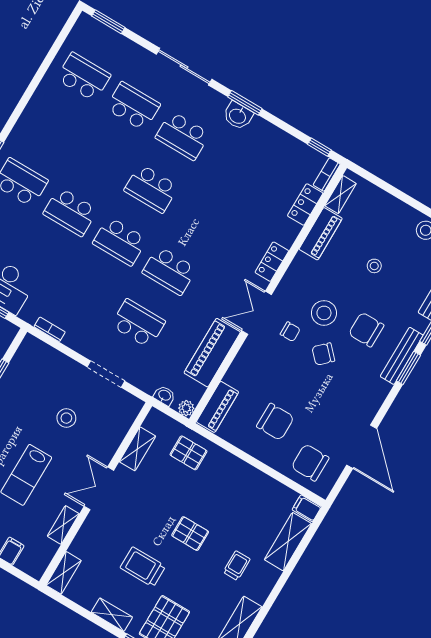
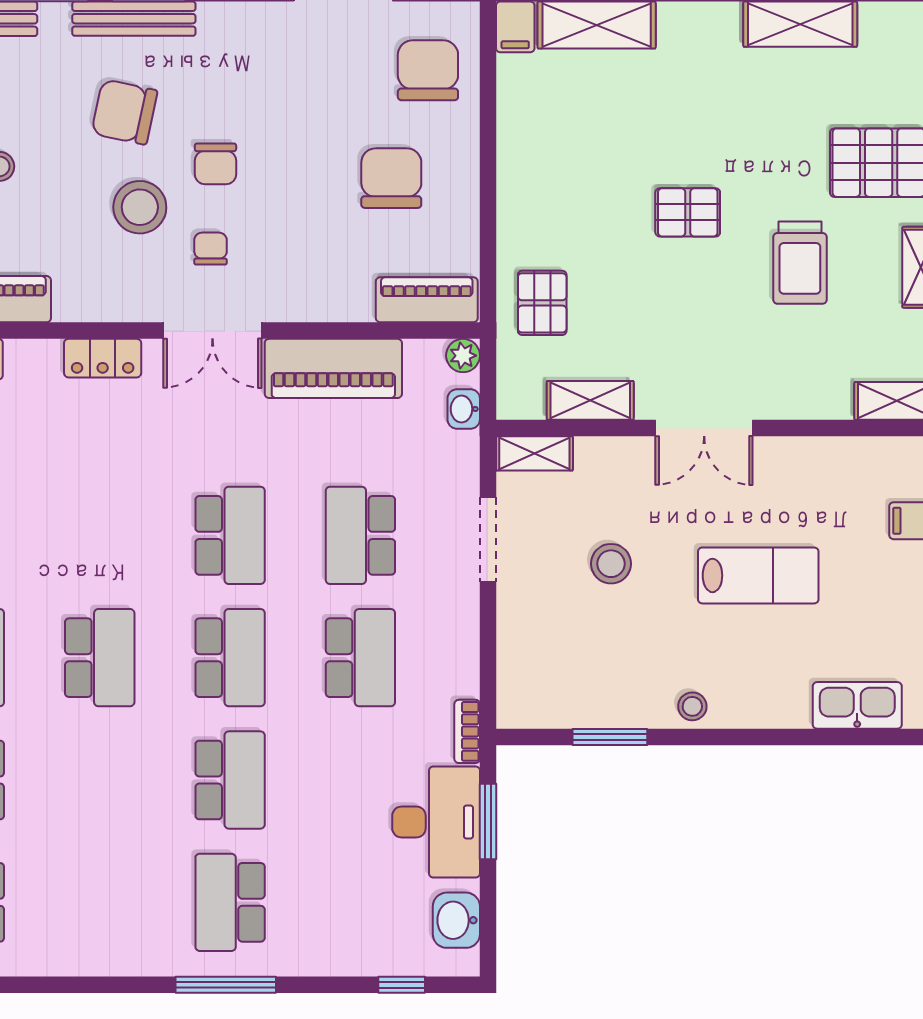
school desk: (89, 294) -> (360, 658), added
bookcase: (50, 329) -> (467, 731), moved
chair: (366, 330) -> (124, 112), turned 102
chair: (323, 354) -> (215, 164), turned 44
chair: (310, 463) -> (428, 70), turned 180
shelving: (63, 525) -> (534, 453), moved
pallet: (190, 534) -> (688, 212), turned 90
trolley: (237, 566) -> (696, 93), removed

